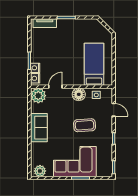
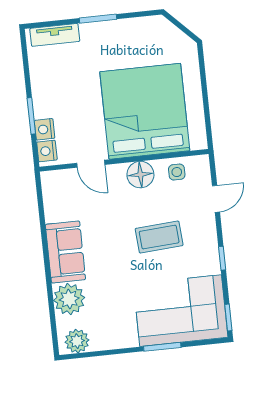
bed: (94, 64) -> (145, 111), width x2.04
door: (55, 87) -> (91, 164), swing flipped
plant: (38, 96) -> (69, 299), moved
door: (114, 110) -> (216, 199), hinge flipped
corner sofa: (75, 162) -> (181, 311), moved

